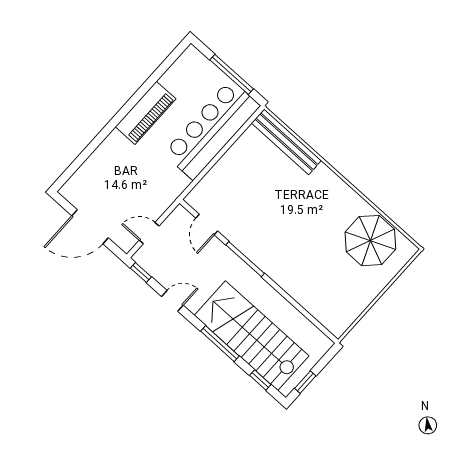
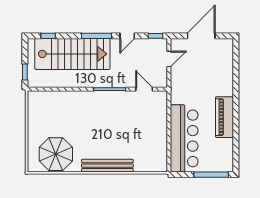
window: (232, 74) -> (211, 175), moved
bench: (286, 142) -> (107, 166), moved
window: (220, 344) -> (96, 36), moved
window: (305, 382) -> (25, 72), moved

